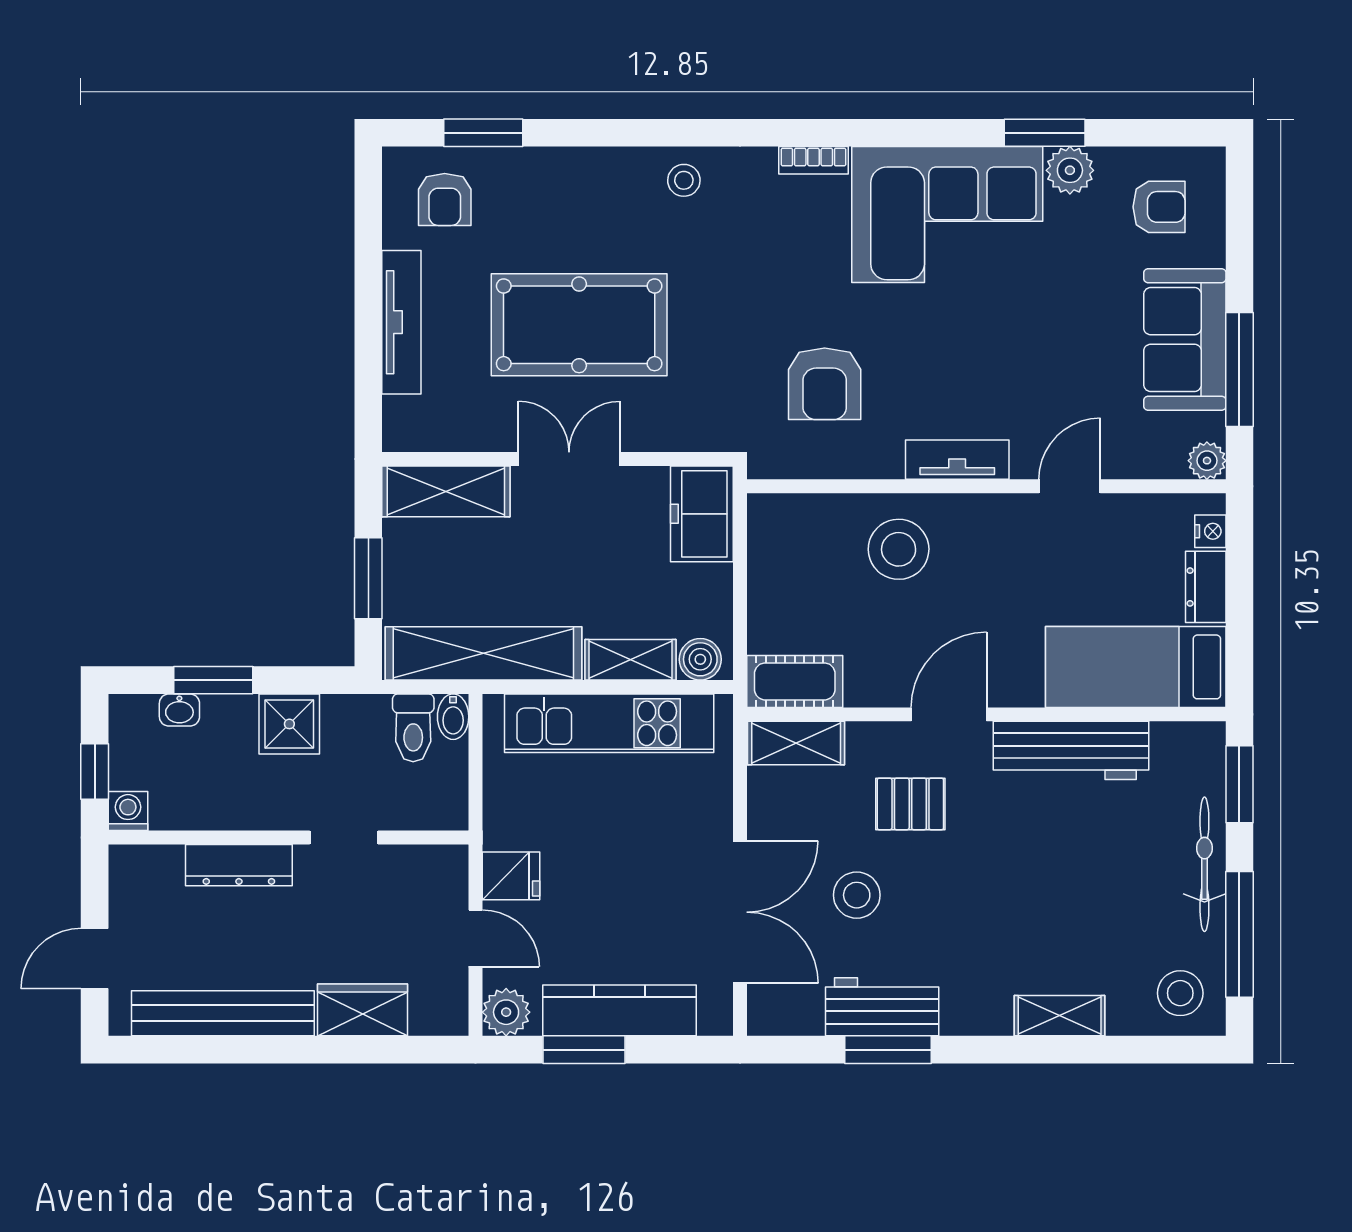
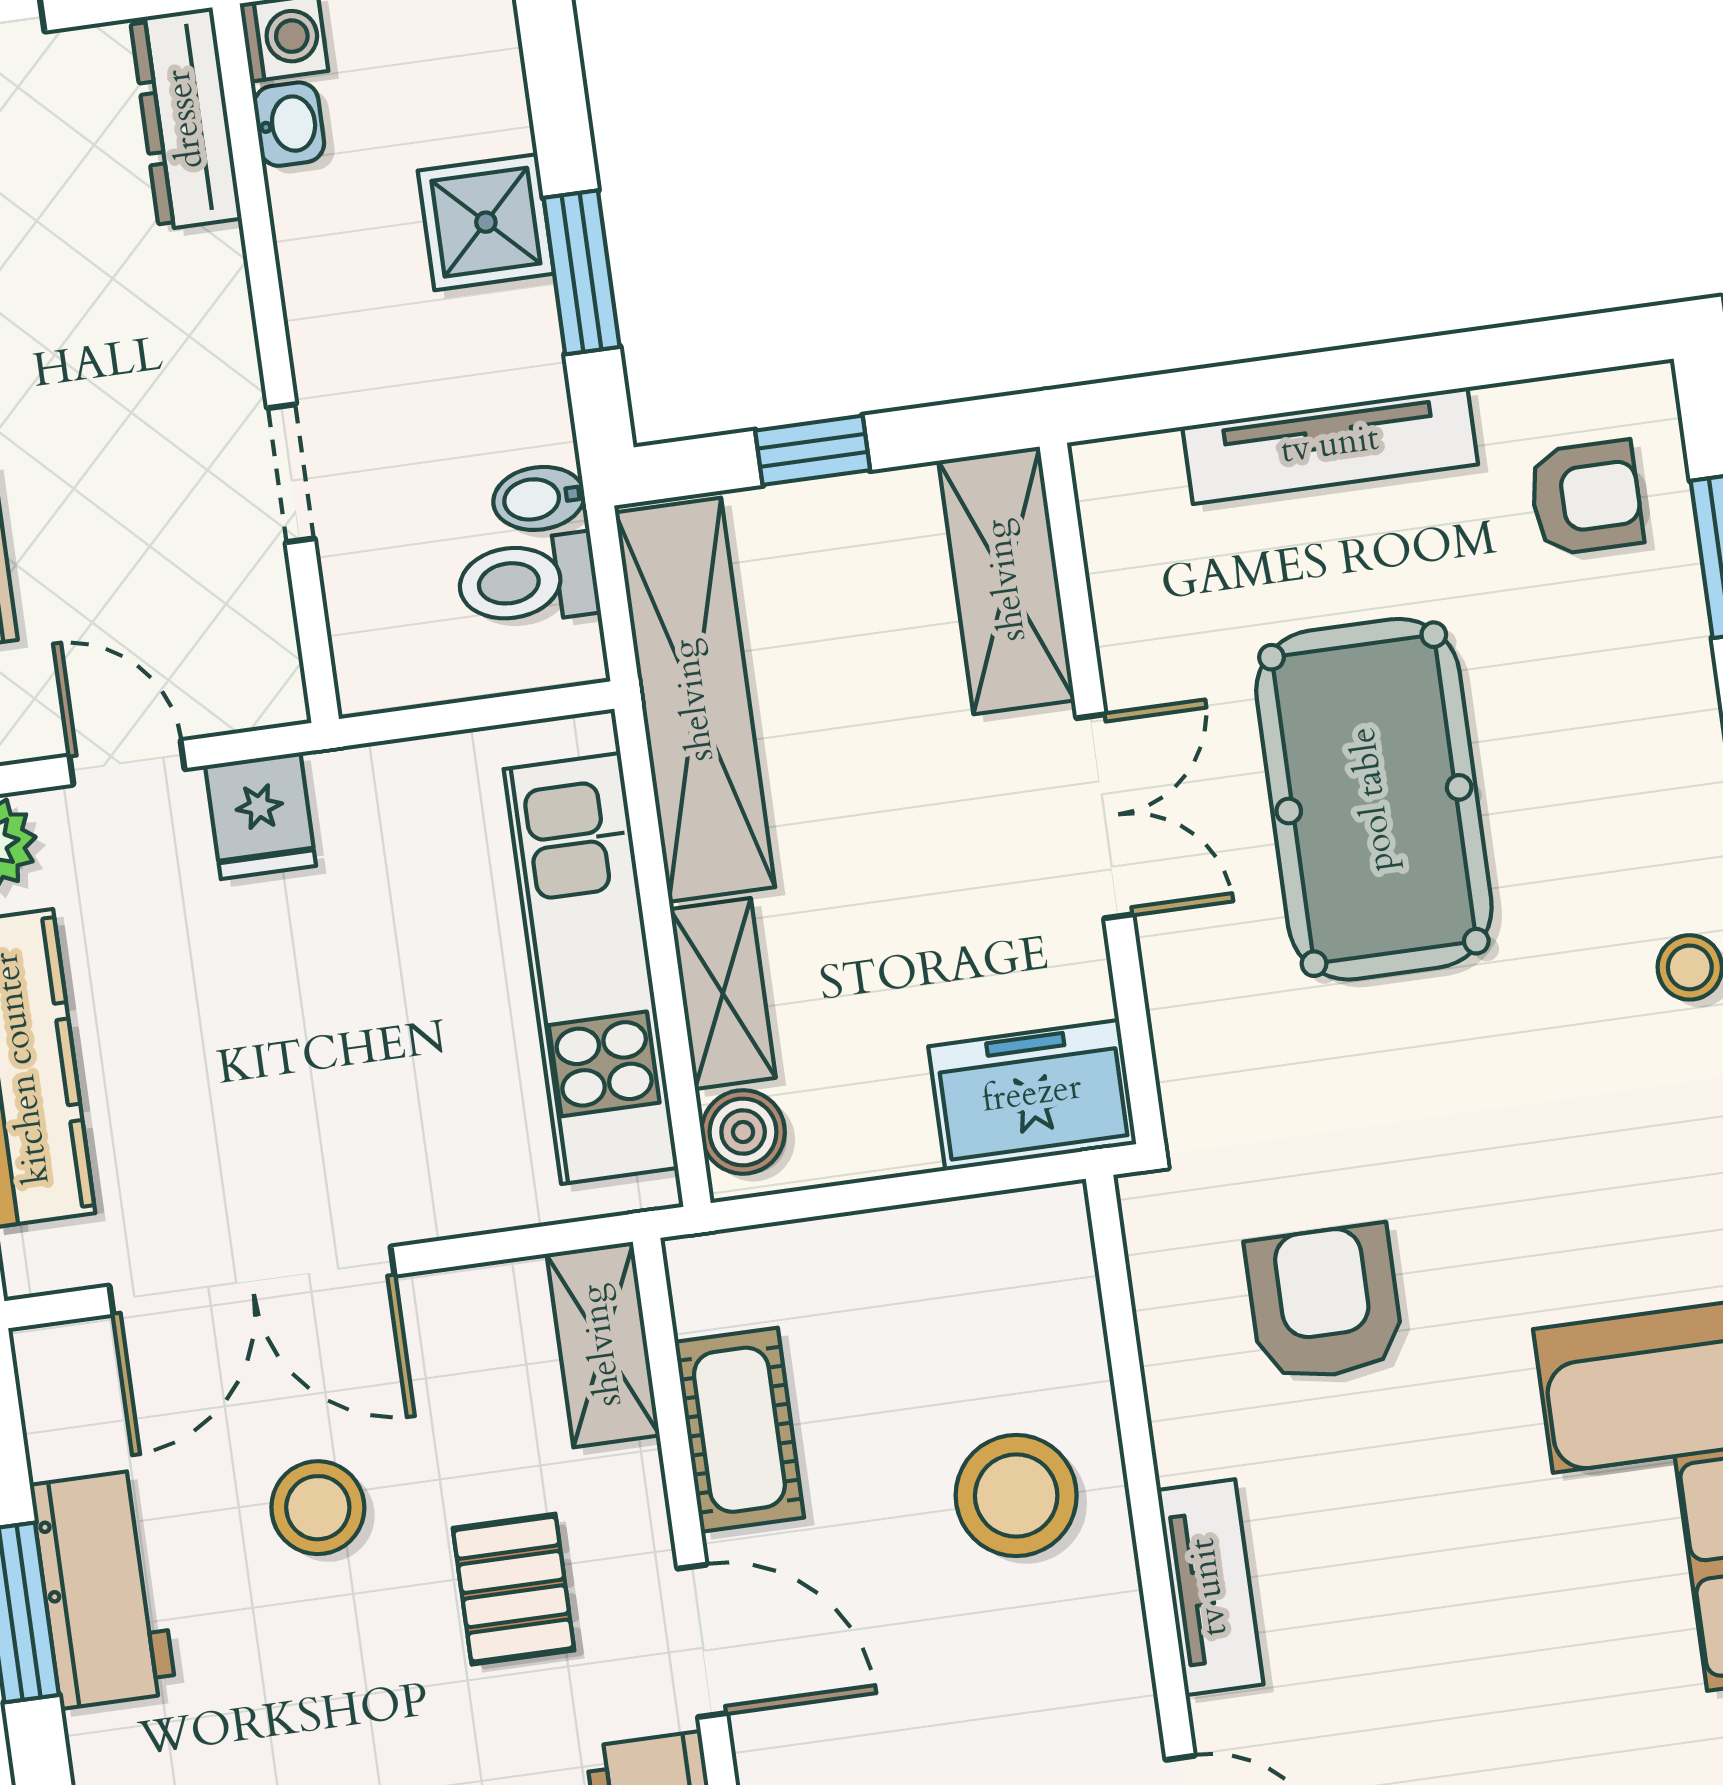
armchair: (445, 199) -> (1586, 498), turned 180
armchair: (825, 384) -> (1325, 1303), turned 90
window: (368, 578) -> (813, 450), width x0.67
window: (213, 680) -> (582, 272), moved
cot: (795, 681) -> (739, 1430), moved
washbasin: (179, 710) -> (289, 124), moved, turned 180
bidet: (453, 717) -> (539, 498), moved
shower: (289, 724) -> (486, 222), moved
dresser: (239, 865) -> (186, 119), moved
door: (476, 938) -> (127, 762), swing flipped

